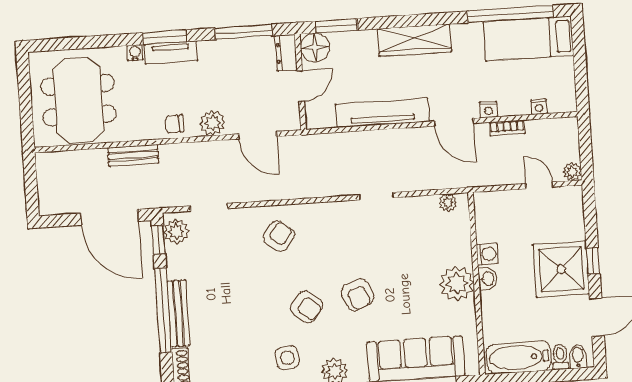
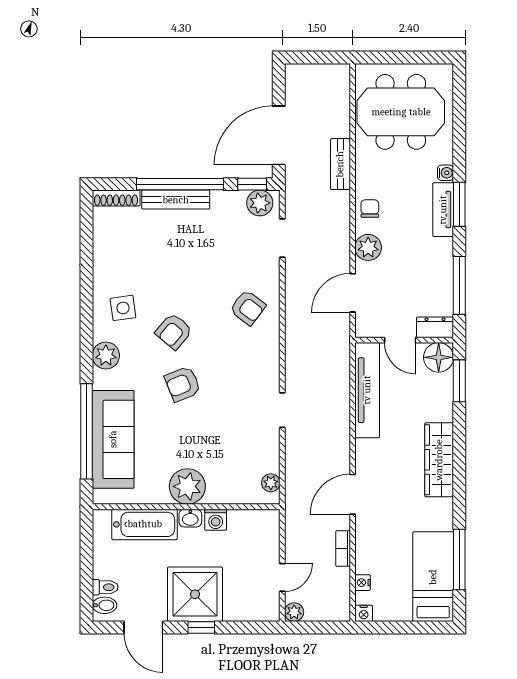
window: (510, 14) -> (459, 560), width x0.68
nightstand: (488, 110) -> (364, 613), moved, turned -90
tv unit: (382, 113) -> (367, 390), moved
bathtub: (519, 357) -> (145, 524), moved, turned 90

